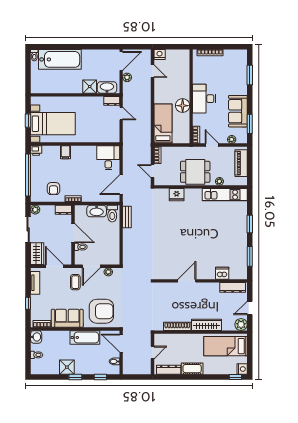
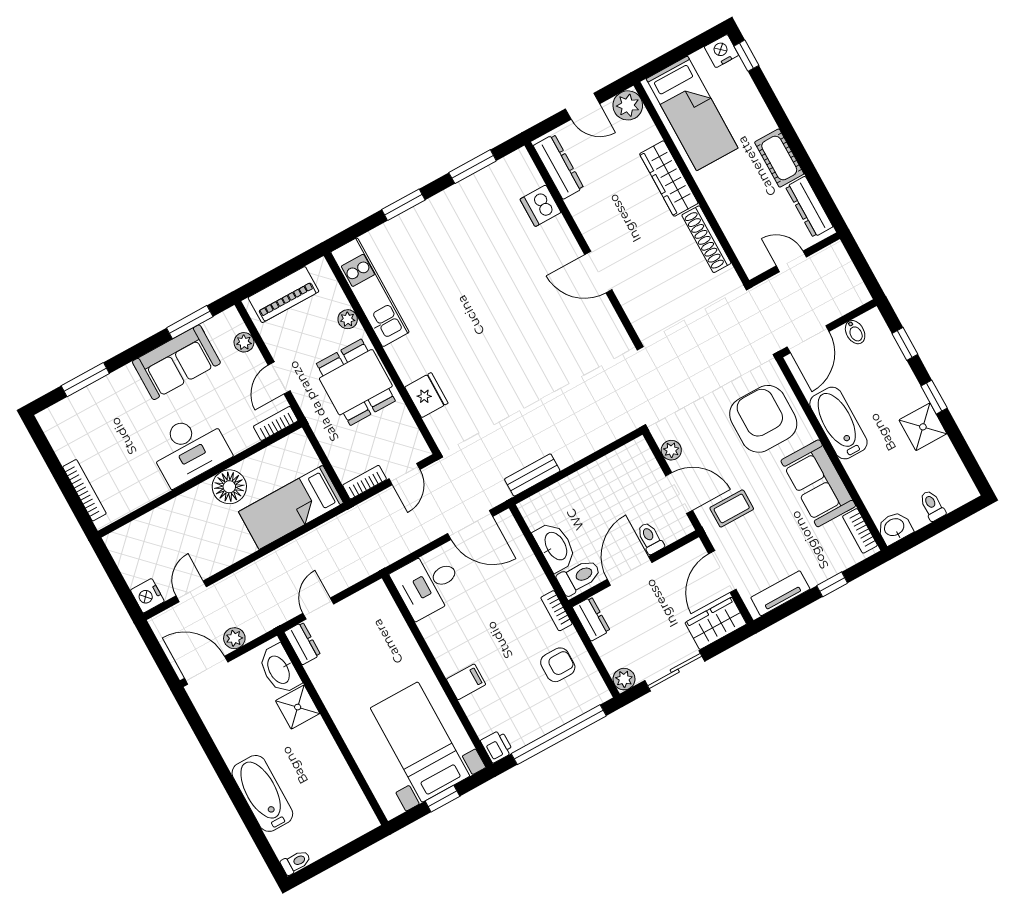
bathtub: (60, 59) -> (262, 793), width x0.73, depth x0.73
toilet: (112, 214) -> (579, 577), moved

